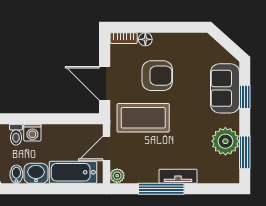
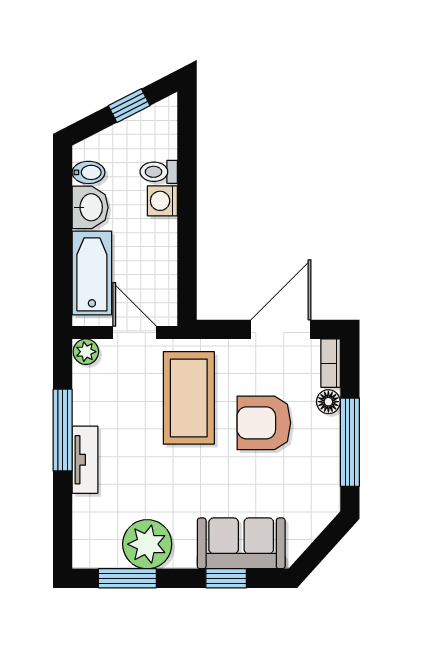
window: (168, 27) -> (350, 442), added
armchair: (157, 76) -> (264, 423), turned 90
door: (105, 83) -> (281, 329), moved

